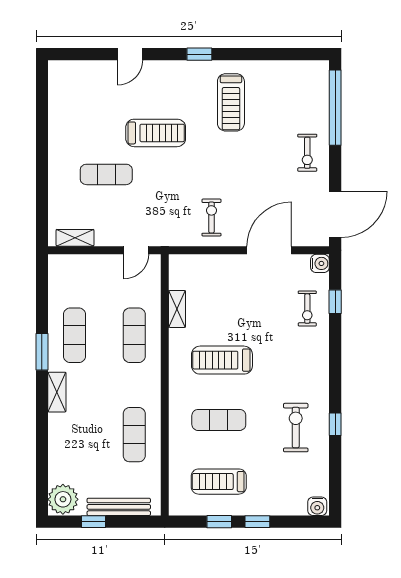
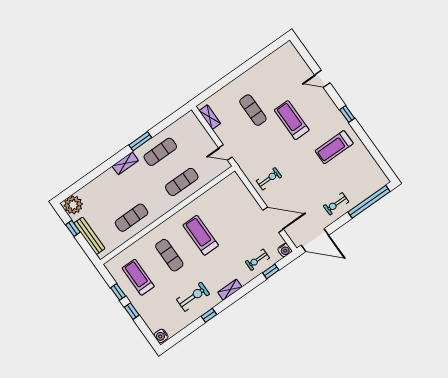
treadmill: (156, 133) -> (292, 120), turned 180
shelving: (177, 309) -> (230, 290), moved

